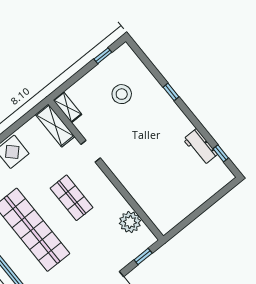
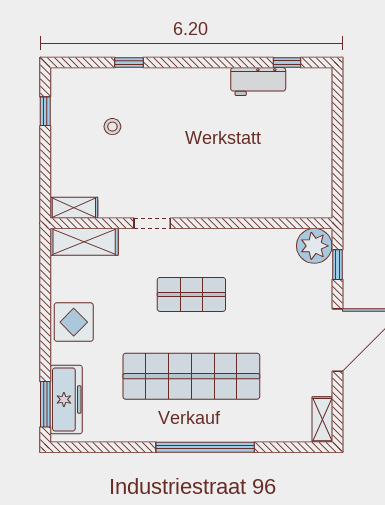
window: (171, 92) -> (129, 63), moved
stool: (122, 94) -> (112, 127), width x0.53, depth x0.53
plant: (130, 222) -> (314, 246), moved

